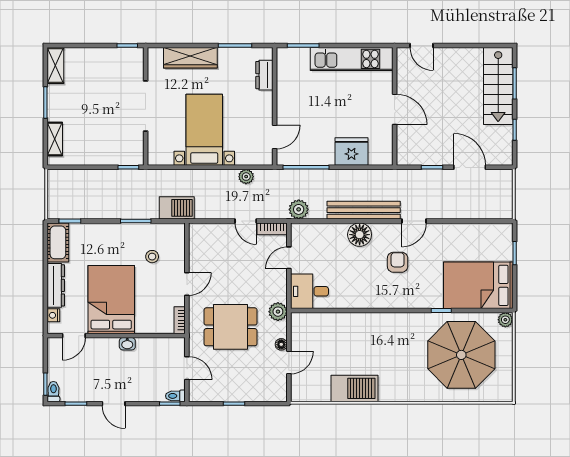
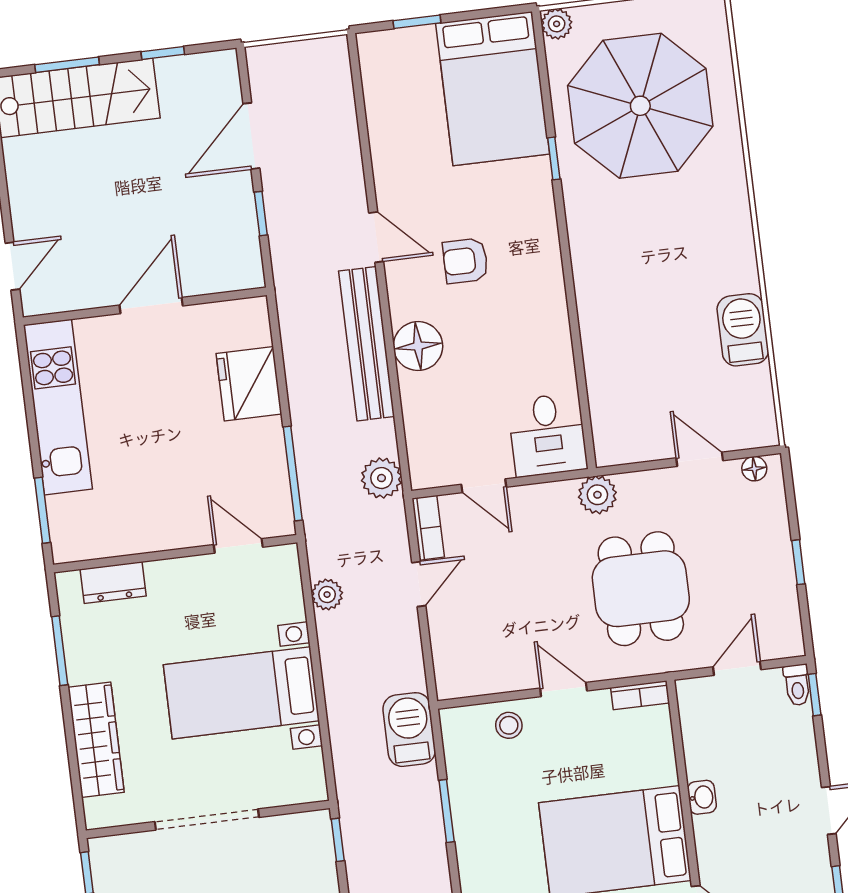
stool: (152, 257) -> (509, 725), moved
floor lamp: (281, 344) -> (754, 469), moved
barbecue: (354, 388) -> (743, 330), width x0.73, depth x0.83

